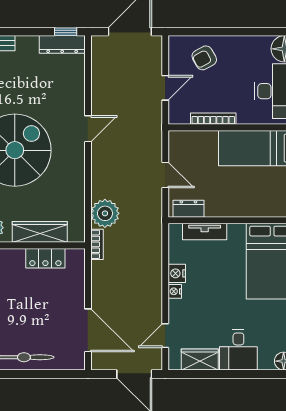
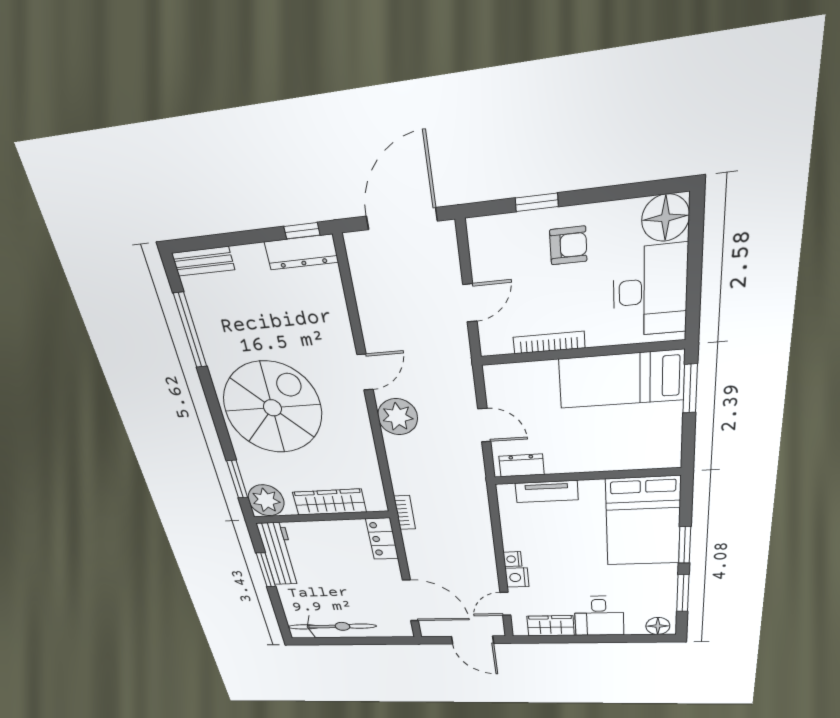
window: (211, 32) -> (537, 202), added
armchair: (204, 58) -> (568, 246), moved, turned -151
plant: (105, 213) -> (398, 417), moved
locker: (45, 258) -> (382, 539), moved, turned 90
nightstand: (177, 273) -> (517, 577), moved

